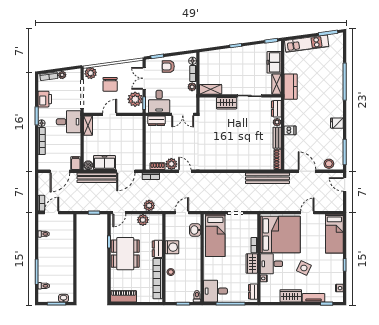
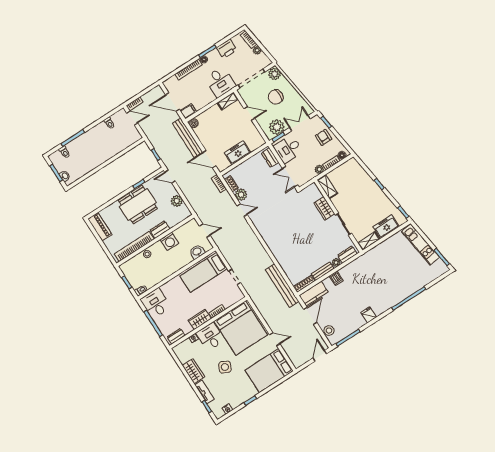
kitchen counter: (291, 87) -> (314, 294), moved
freezer: (104, 163) -> (238, 153), moved, turned -90
door: (185, 171) -> (242, 210), hinge flipped
plant: (149, 206) -> (193, 198), removed
bed: (334, 234) -> (269, 370), width x1.50

